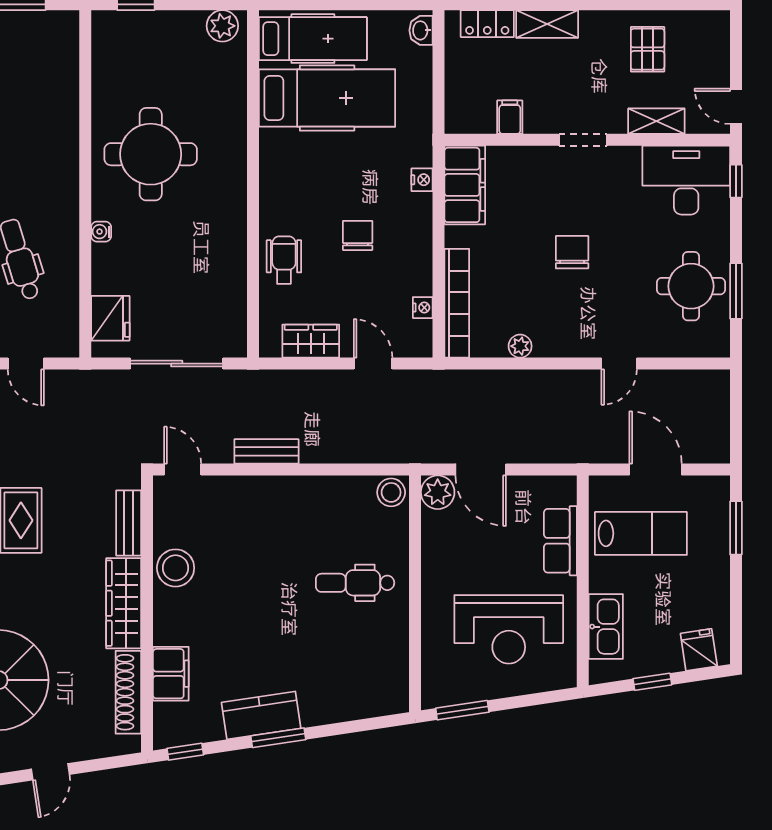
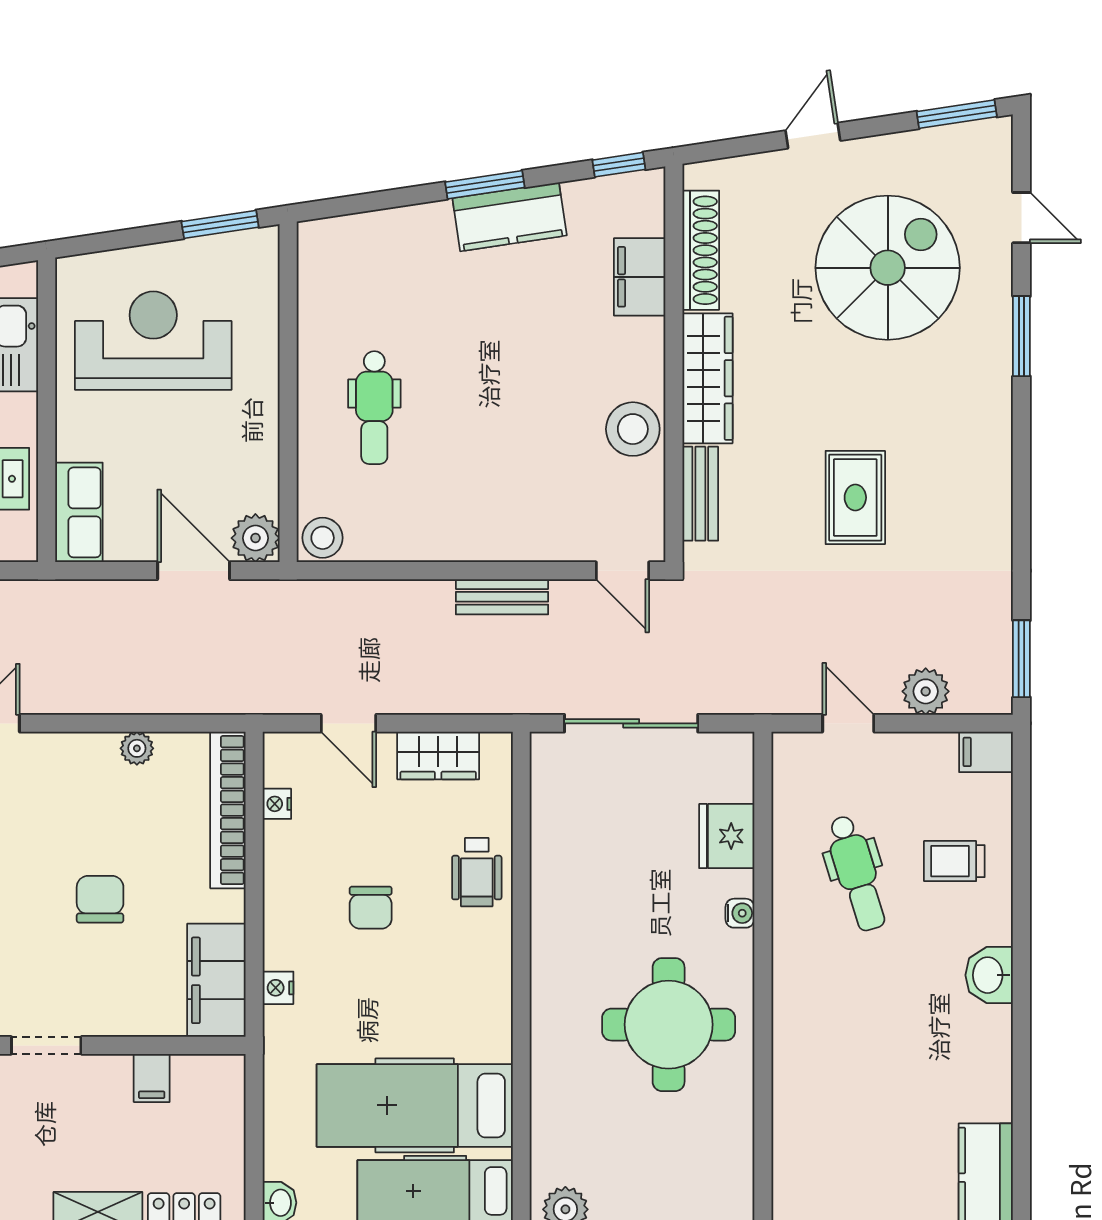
chair: (572, 252) -> (100, 899), moved, turned 180
fridge: (110, 318) -> (727, 836), moved
row of seats: (560, 541) -> (79, 512), moved
dental chair: (355, 583) -> (374, 408), turned 90

